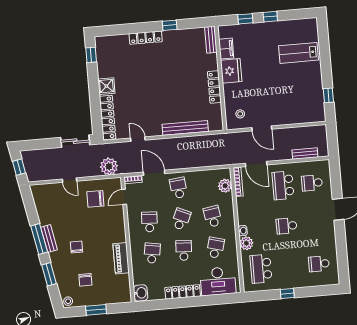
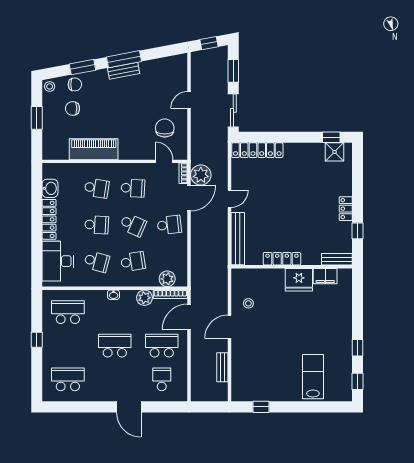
window: (245, 19) -> (358, 381), moved
locker: (146, 38) -> (346, 209), width x0.66
bench: (211, 40) -> (337, 259), moved
filing cabinet: (226, 49) -> (325, 276), moved
fridge: (231, 71) -> (299, 280), moved
wall: (221, 78) -> (292, 267), moved
shower: (106, 86) -> (335, 152), moved
locker: (214, 87) -> (282, 259), moved
door: (138, 139) -> (230, 199), moved
window: (41, 144) -> (233, 71), added
bench: (305, 154) -> (222, 367), moved
plant: (109, 166) -> (201, 175), moved
school desk: (286, 226) -> (115, 346), width x1.85
plant: (246, 243) -> (144, 298), moved
chair: (76, 247) -> (75, 84), moved
piano: (121, 258) -> (94, 149), width x1.37, depth x1.33
school desk: (319, 264) -> (68, 379), width x1.85
washbasin: (141, 293) -> (50, 188), moved, turned -90

